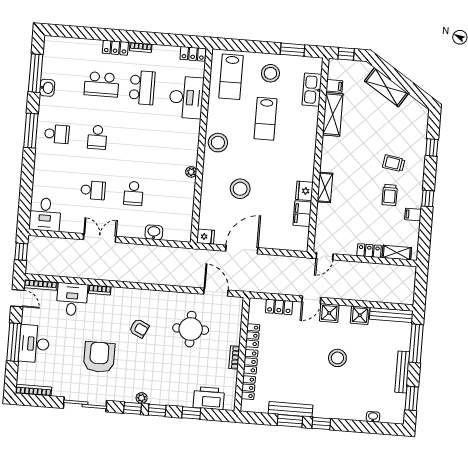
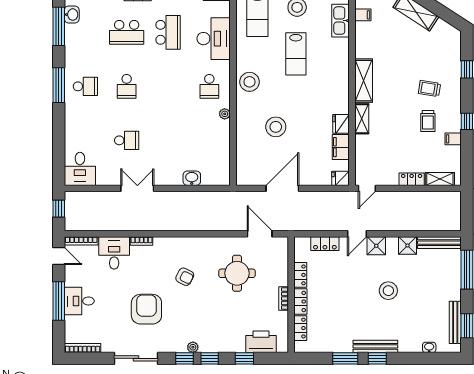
washbasin: (47, 88) -> (72, 15), moved
shelving: (333, 114) -> (364, 81), moved
school desk: (134, 193) -> (209, 86), moved
fridge: (205, 237) -> (341, 178), moved, turned 180
desk: (34, 344) -> (79, 301), width x0.73
bench: (402, 372) -> (455, 322), moved
bench: (291, 409) -> (375, 346), moved

